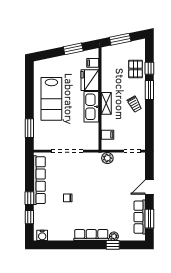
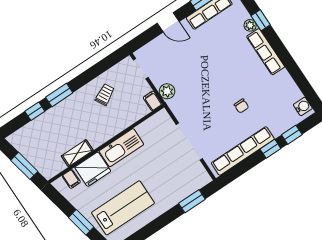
window: (73, 49) -> (81, 222), moved
pallet: (136, 69) -> (46, 126), removed
lab bench: (51, 99) -> (123, 208), moved
shelving: (106, 103) -> (77, 153), moved
trolley: (134, 104) -> (105, 95), moved
filing cabinet: (107, 135) -> (153, 101), moved

